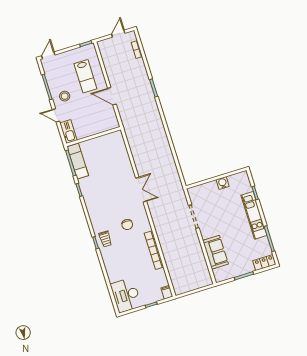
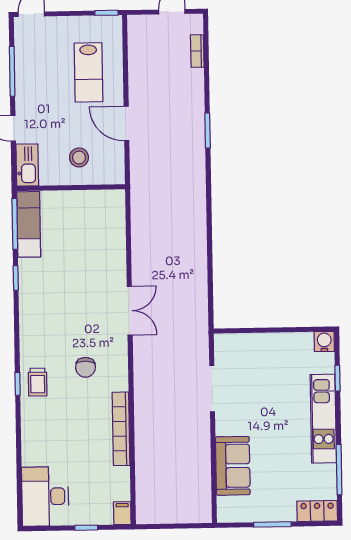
stool: (65, 96) -> (79, 157), moved
water cooler: (223, 183) -> (324, 342), moved

